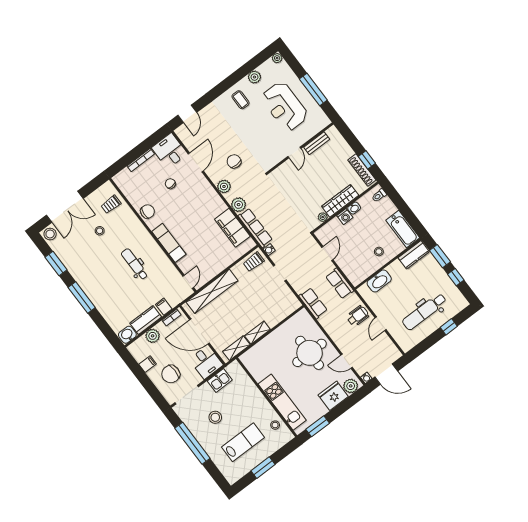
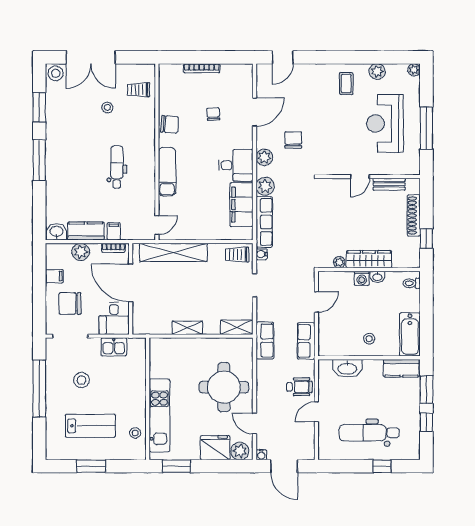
desk: (169, 151) -> (236, 165), moved, turned 90
shoe rack: (362, 170) -> (414, 216), moved
shelving: (236, 348) -> (237, 327), moved

